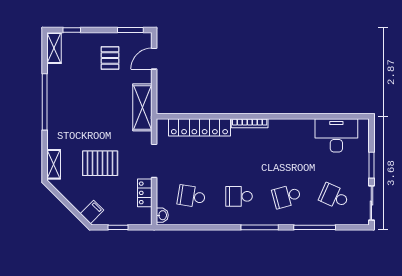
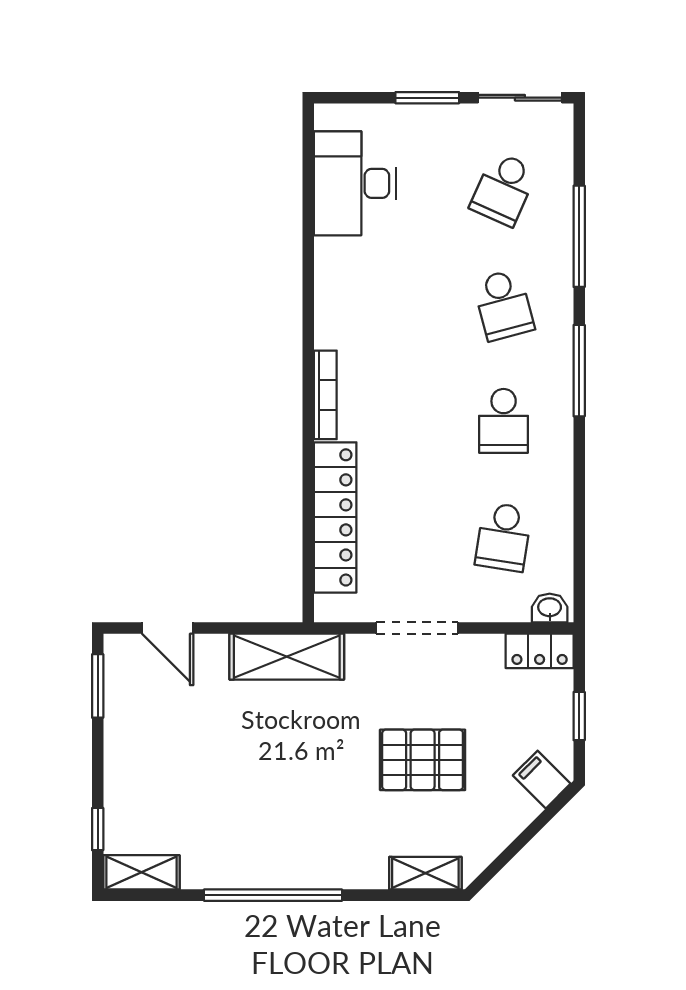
pallet: (110, 58) -> (166, 736), removed
pallet: (100, 163) -> (423, 760), turned 90
locker: (145, 193) -> (540, 651), moved

